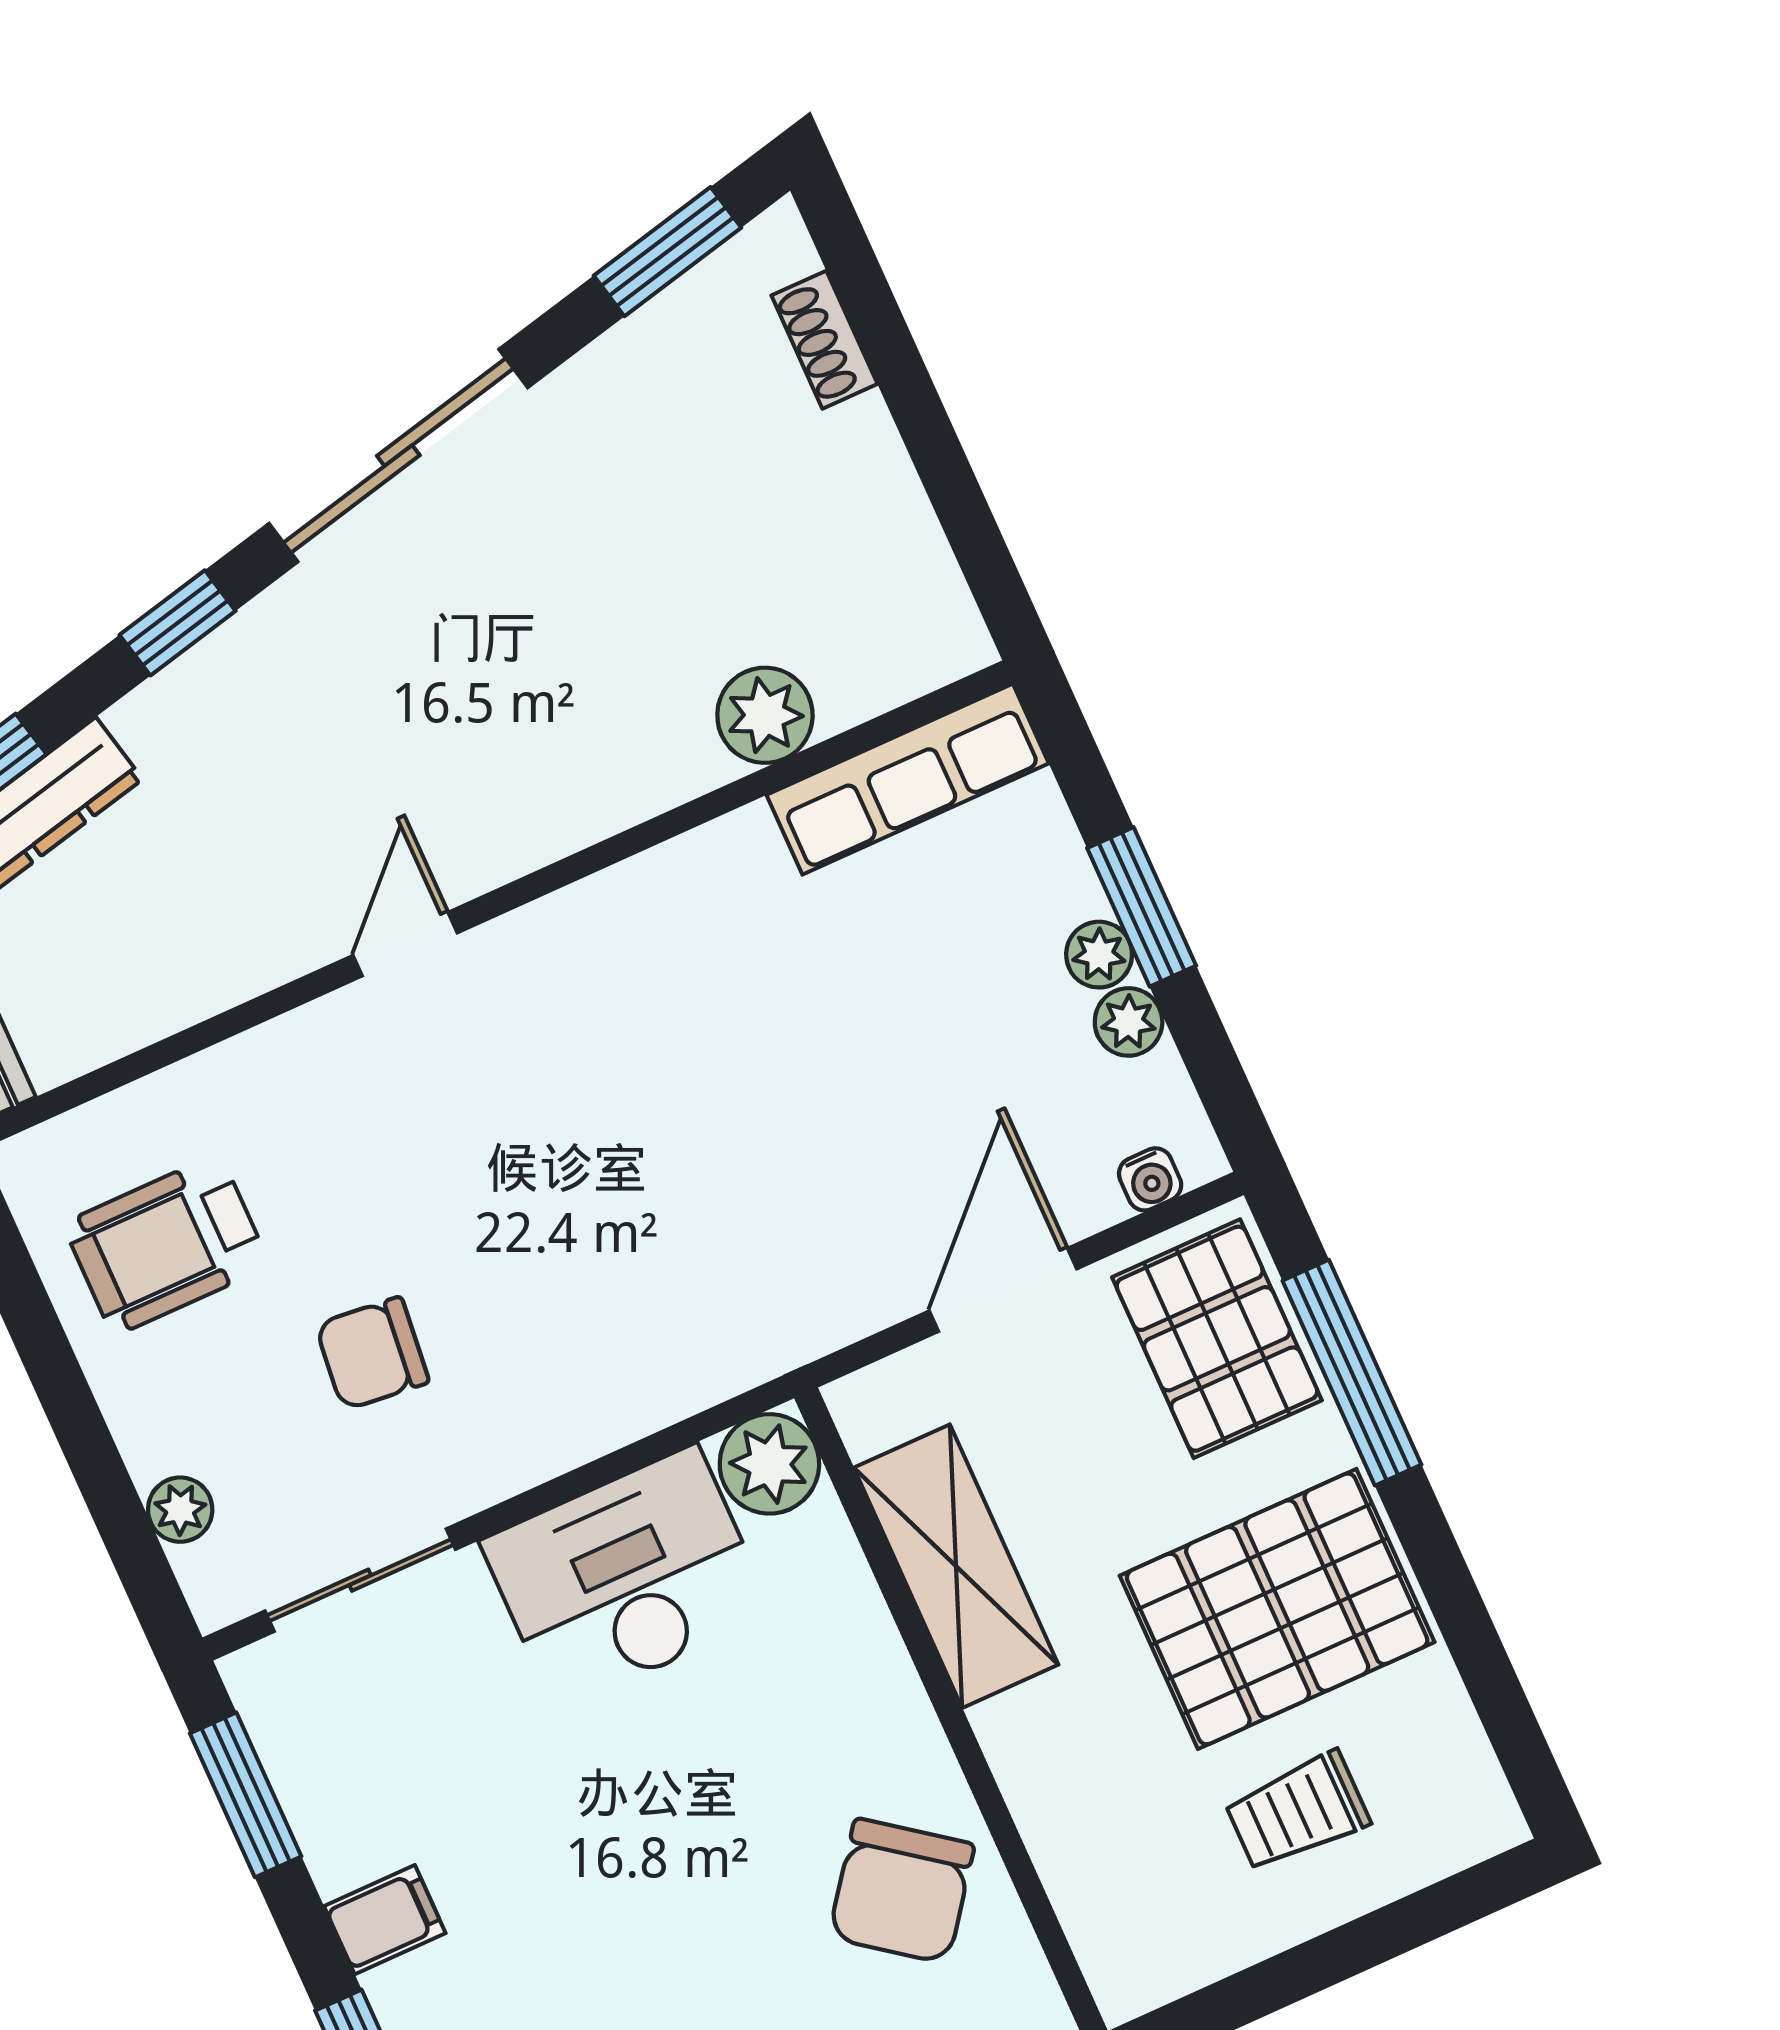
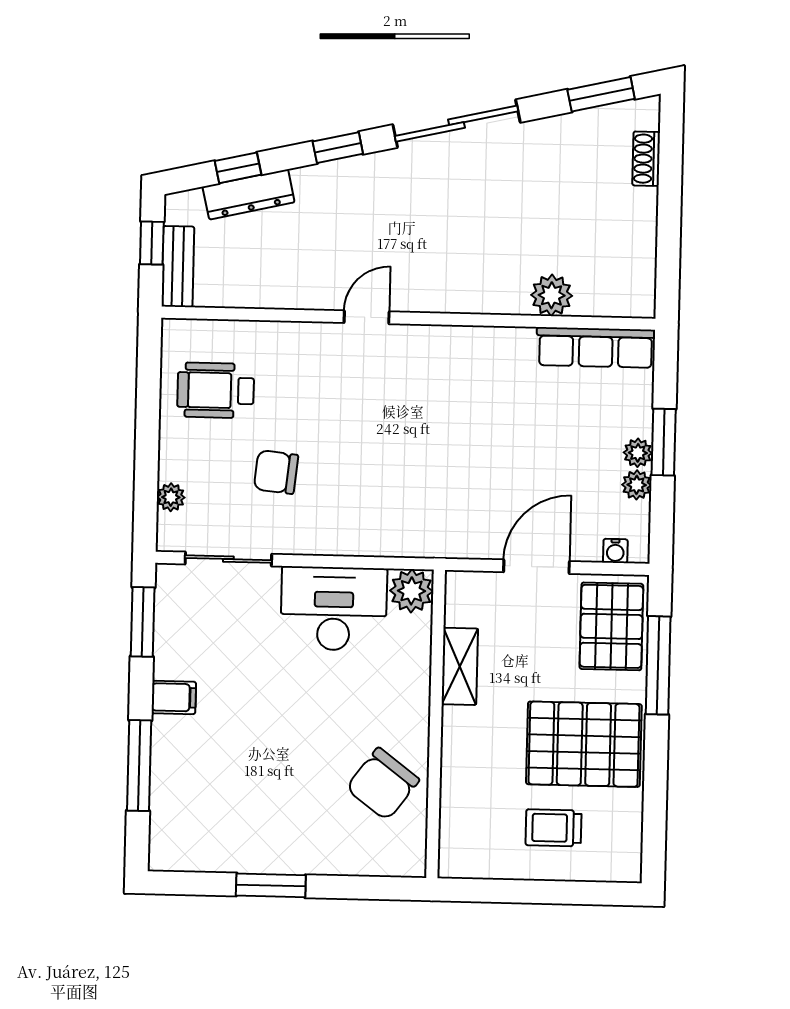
shelving: (956, 1566) -> (460, 666), width x0.67, depth x0.75

